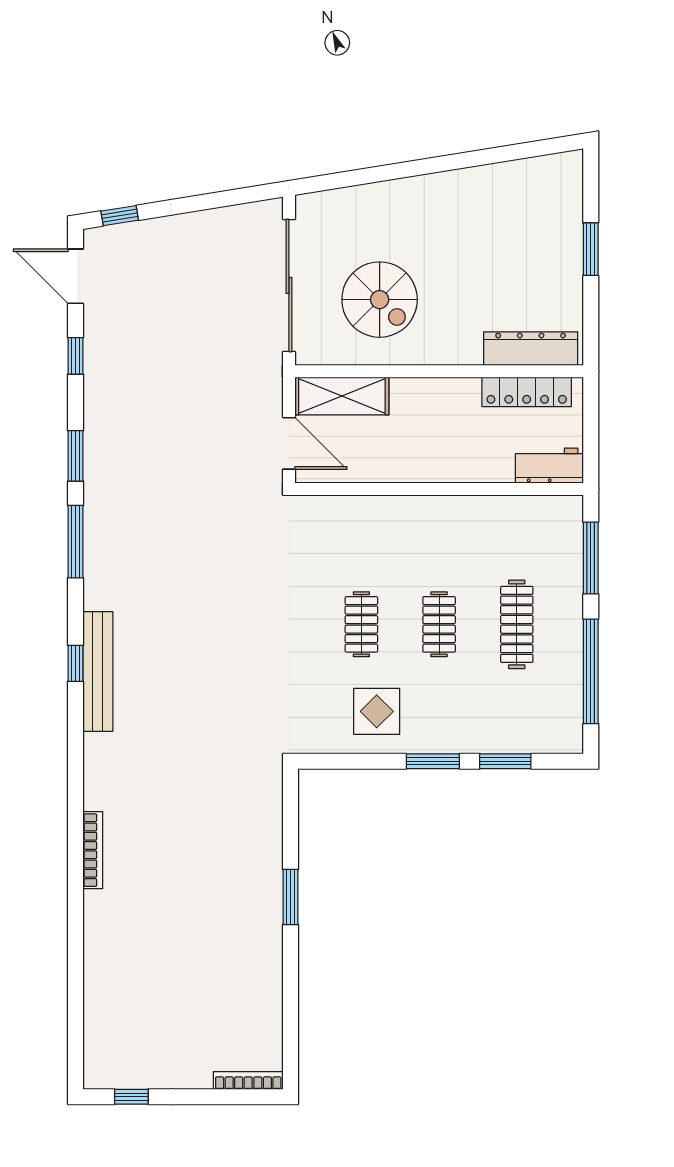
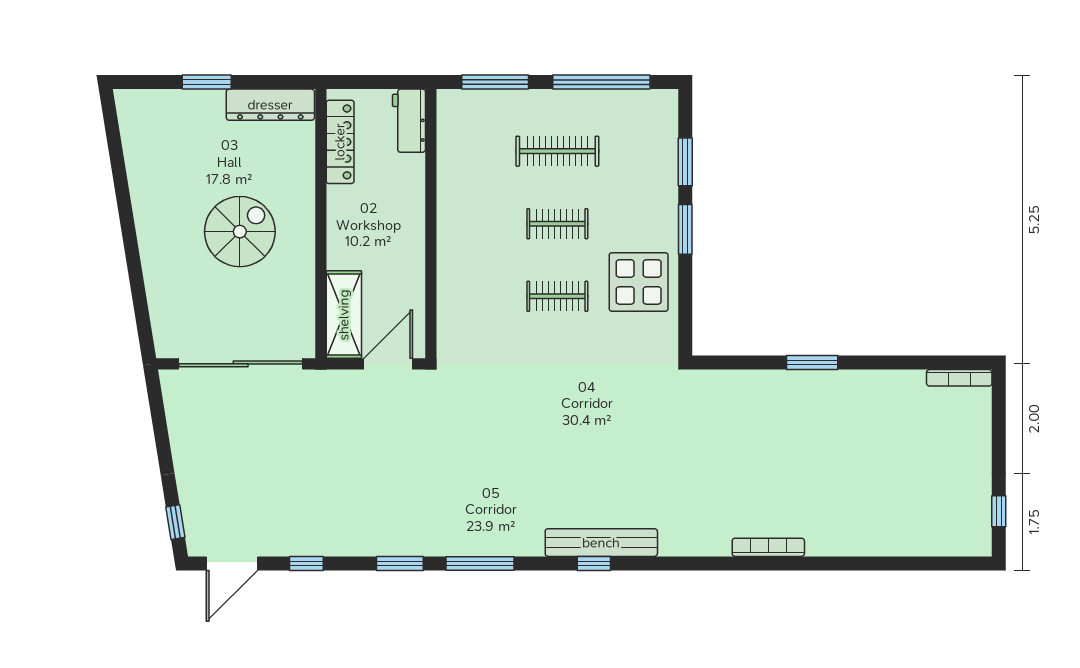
spiral stairs: (380, 300) -> (240, 232), moved
dresser: (531, 349) -> (270, 105), moved, turned -90
display table: (377, 711) -> (639, 282), width x1.36, depth x1.36
bookcase: (248, 1080) -> (959, 378), moved, turned -90

